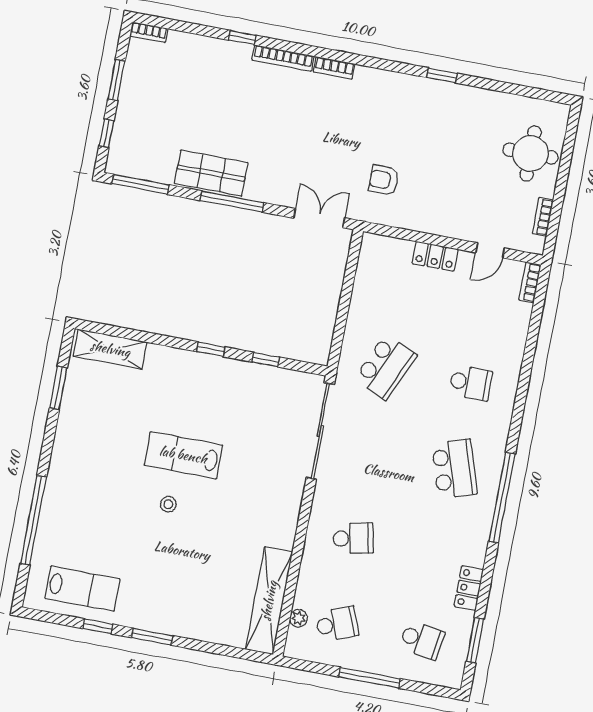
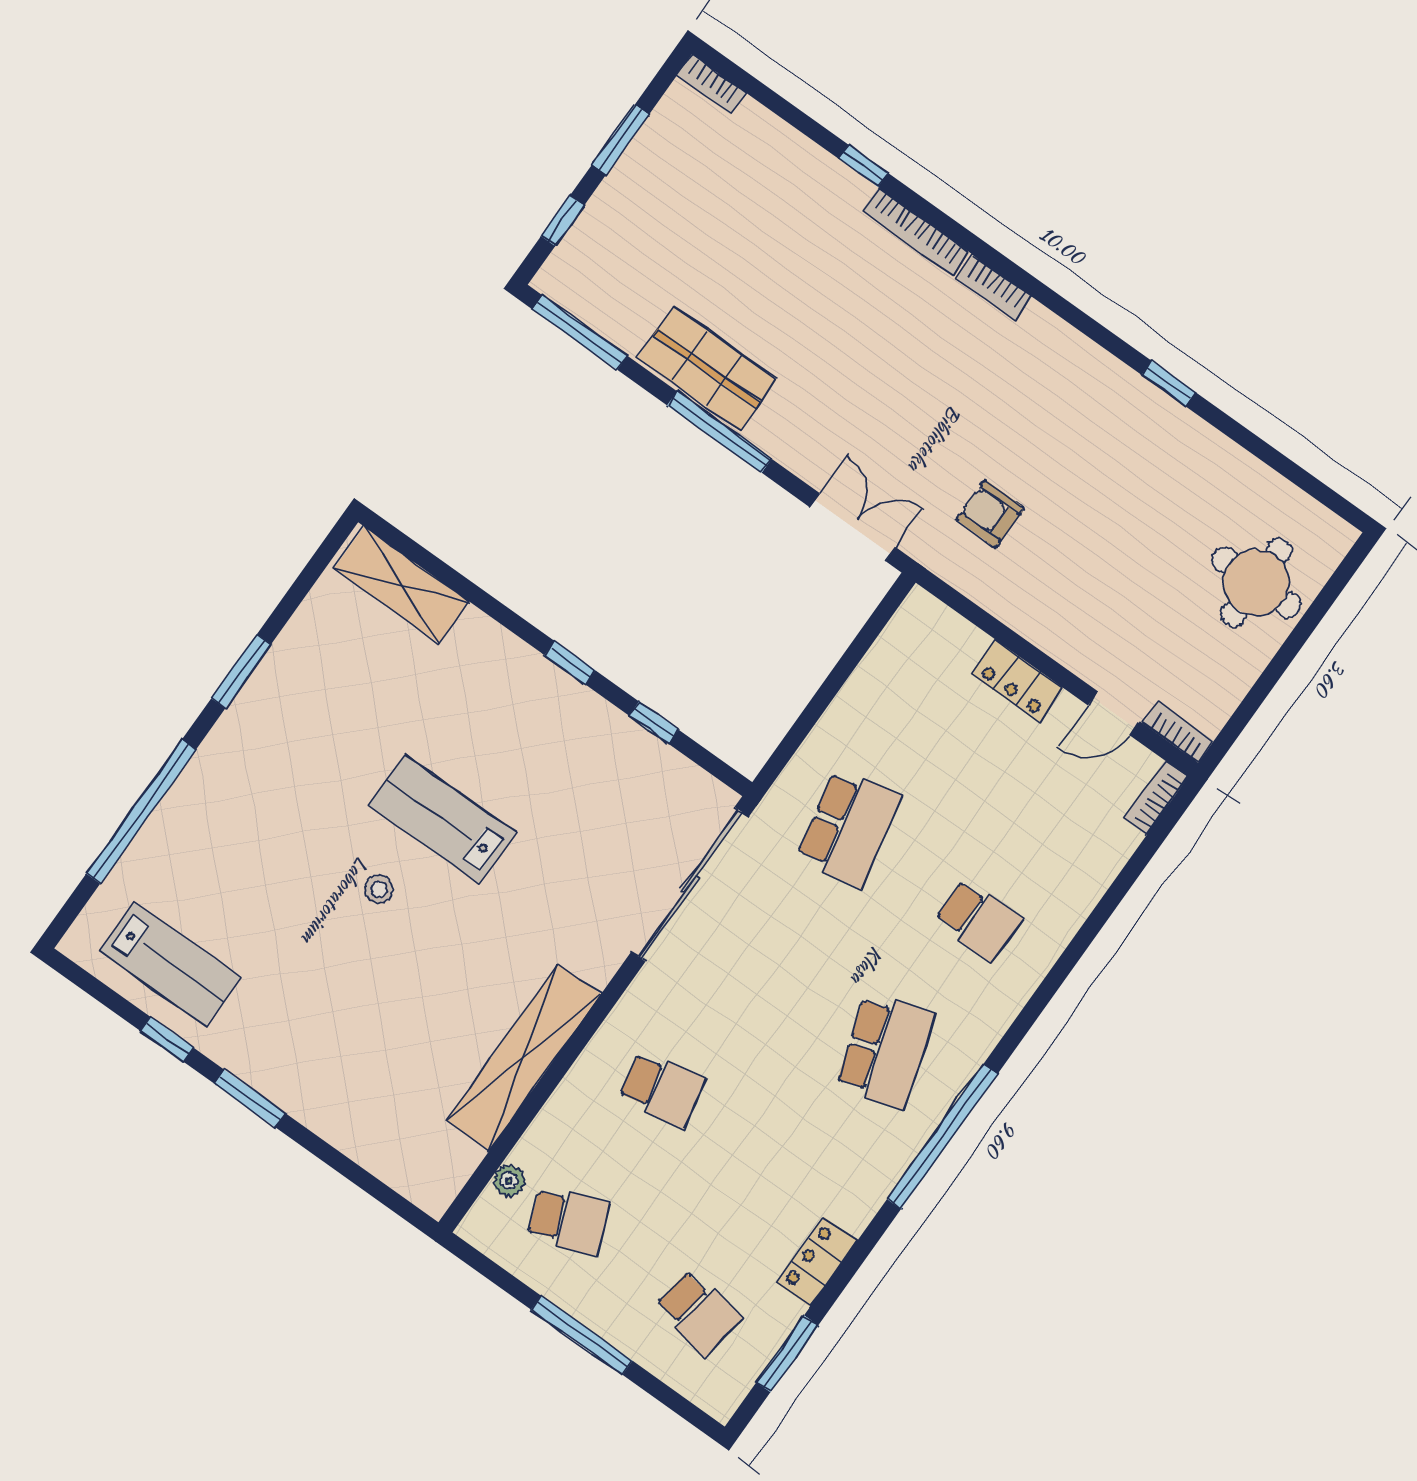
bookcase: (543, 217) -> (1178, 732), moved, turned 90
school desk: (386, 367) -> (849, 828), turned -36
window: (58, 388) -> (241, 671), moved
shelving: (269, 601) -> (524, 1057), moved

